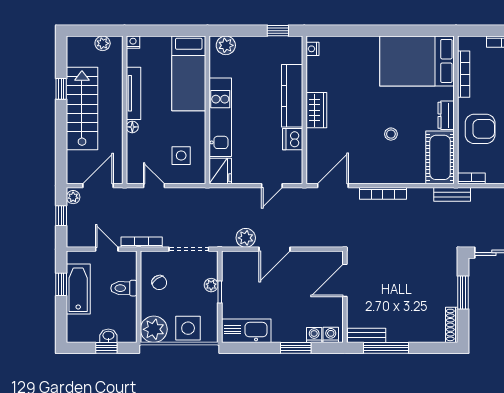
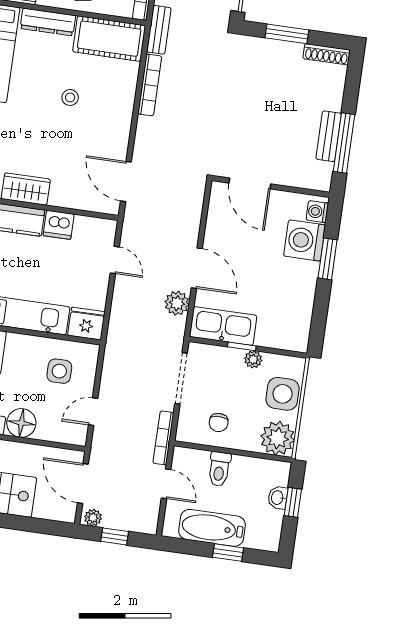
dresser: (446, 115) -> (48, 22), width x1.44
floor lamp: (132, 127) -> (21, 423), width x1.89, depth x1.89
bookcase: (383, 193) -> (150, 85), moved
door: (107, 249) -> (166, 484), swing flipped
chair: (159, 283) -> (219, 422), turned 125
window: (61, 284) -> (228, 553), moved
plant: (211, 285) -> (253, 359), moved
kitchen sink: (246, 331) -> (223, 326), moved, turned 90
washing machine: (314, 335) -> (305, 240), width x1.89, depth x1.89
bench: (367, 335) -> (329, 136), moved

